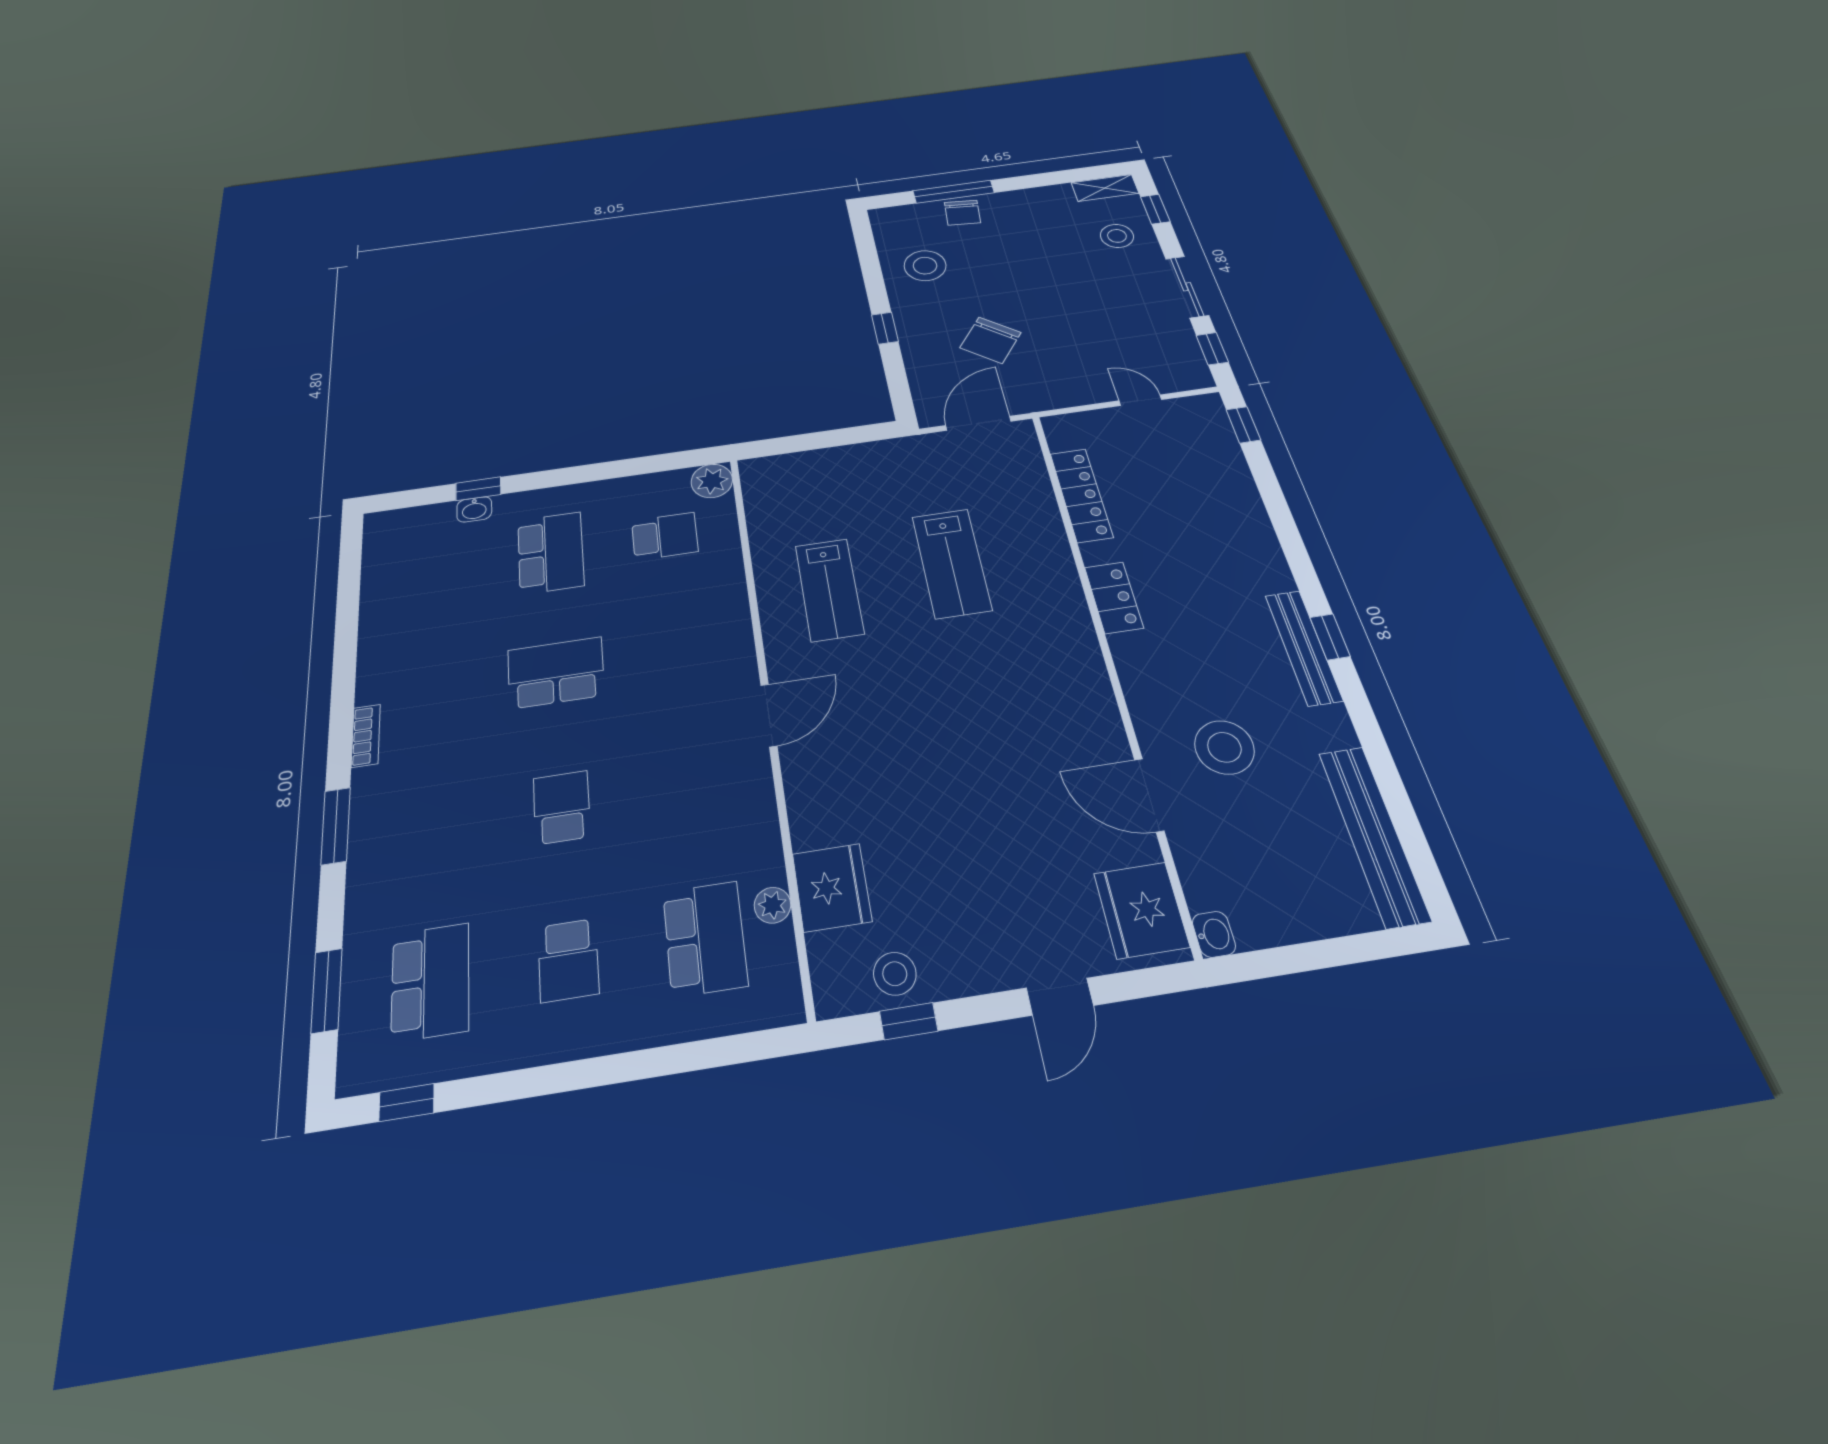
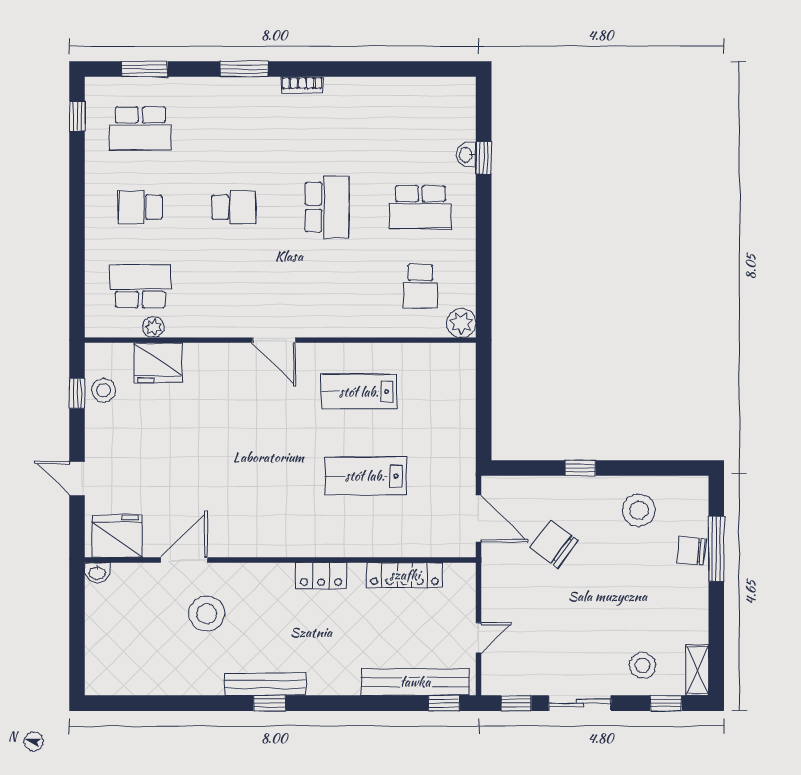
bench: (1374, 835) -> (415, 682), moved
school desk: (705, 938) -> (140, 286), turned 180

